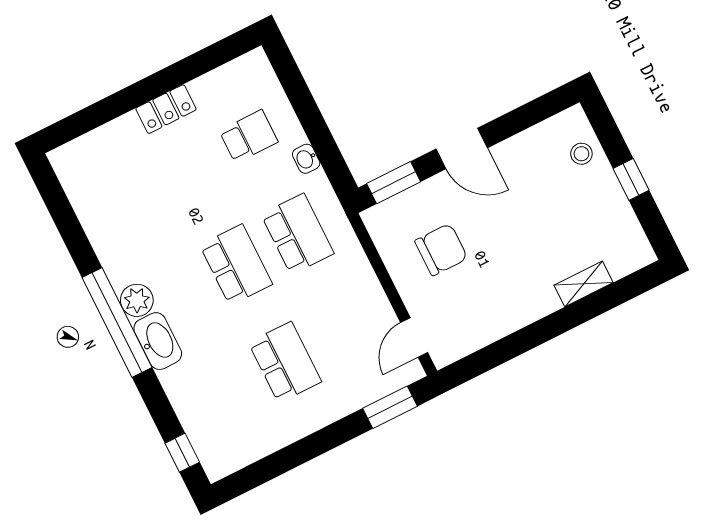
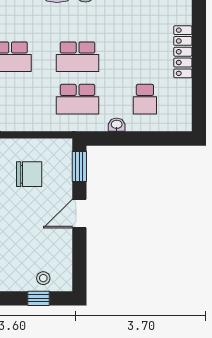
locker: (166, 109) -> (183, 52), width x1.53
window: (631, 179) -> (39, 298), moved
chair: (441, 250) -> (29, 174), turned -90

